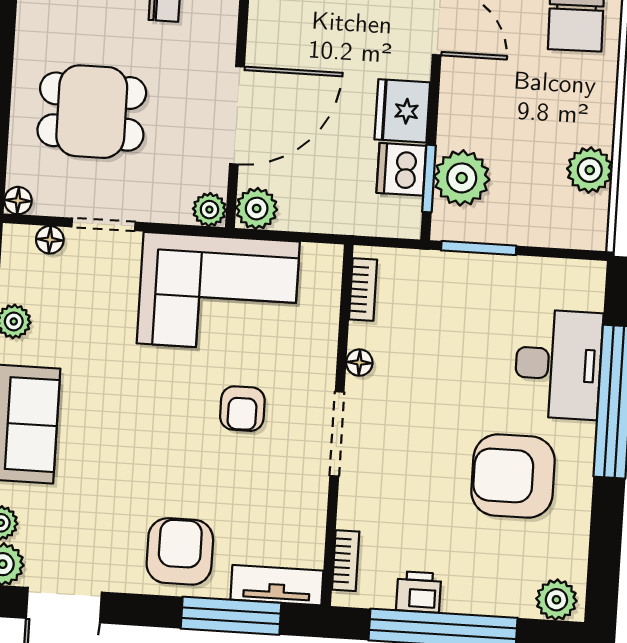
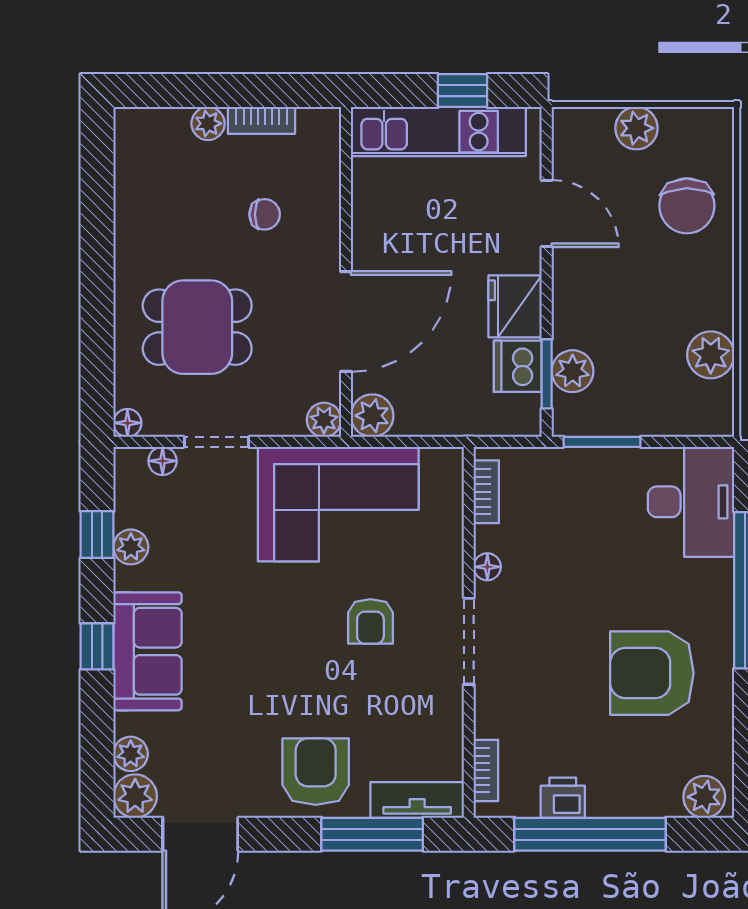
plant: (462, 178) -> (573, 371), width x0.73, depth x0.73
desk: (558, 364) -> (691, 502), moved

